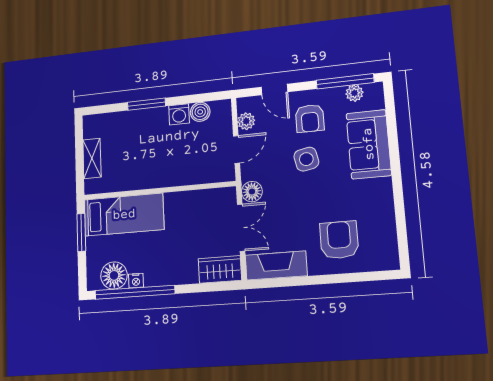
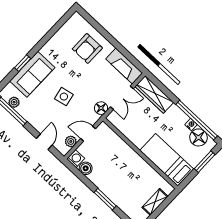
washing machine: (179, 114) -> (76, 159), moved
armchair: (310, 118) -> (44, 112), removed
window: (393, 144) -> (23, 63), added
double door: (241, 228) -> (122, 98), swing flipped
window: (81, 233) -> (205, 162), moved
wardrobe: (220, 269) -> (154, 94), width x1.50

